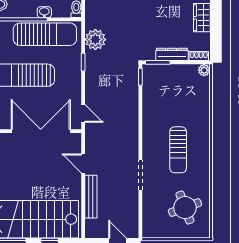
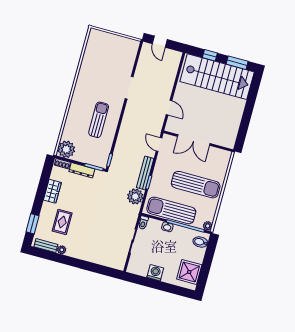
plant: (204, 70) -> (66, 149), width x1.88, depth x1.88
double door: (41, 131) -> (194, 140), width x0.73
sun lounger: (178, 150) -> (99, 120), moved
bench: (91, 197) -> (145, 173), moved
round table: (185, 208) -> (103, 55), removed

